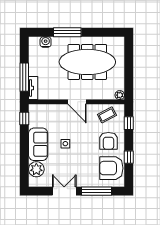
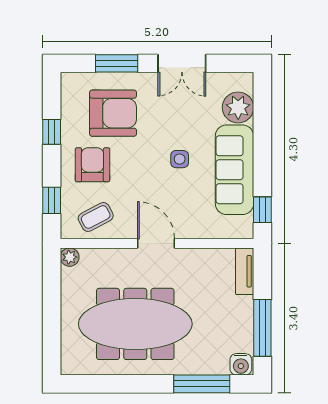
window: (67, 32) -> (202, 384), moved
water cooler: (46, 42) -> (241, 364), moved
window: (24, 77) -> (262, 328), moved
sofa: (38, 144) -> (234, 170), width x1.36
armchair: (111, 168) -> (113, 113), moved
window: (97, 191) -> (117, 63), width x0.69

